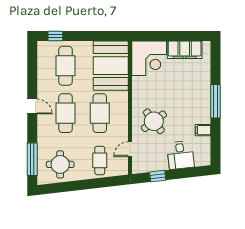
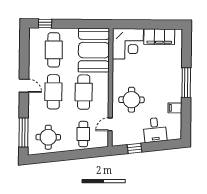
round table: (154, 121) -> (131, 100), turned 37

